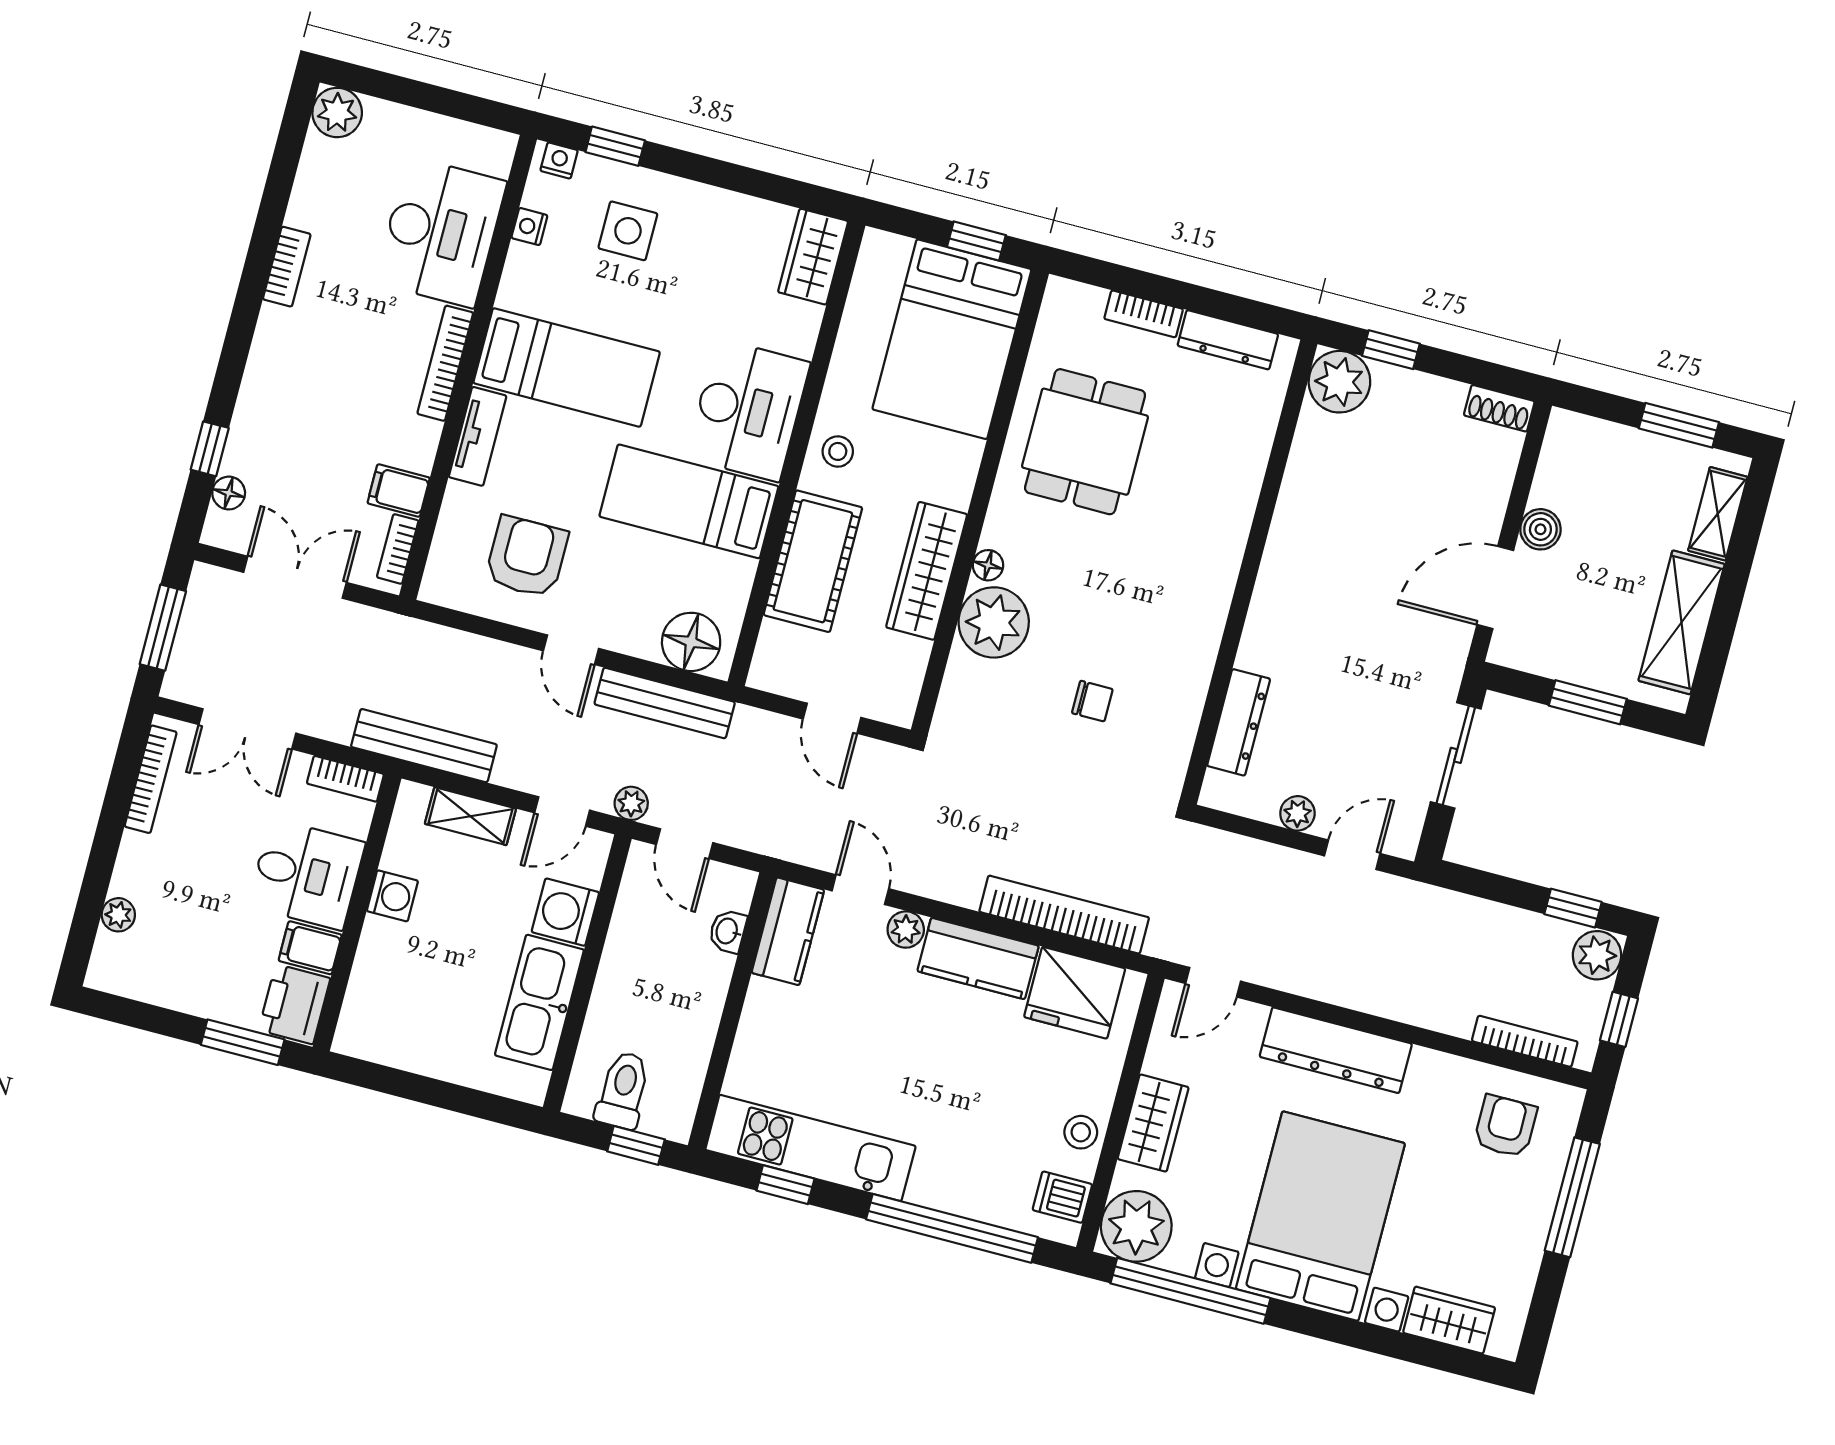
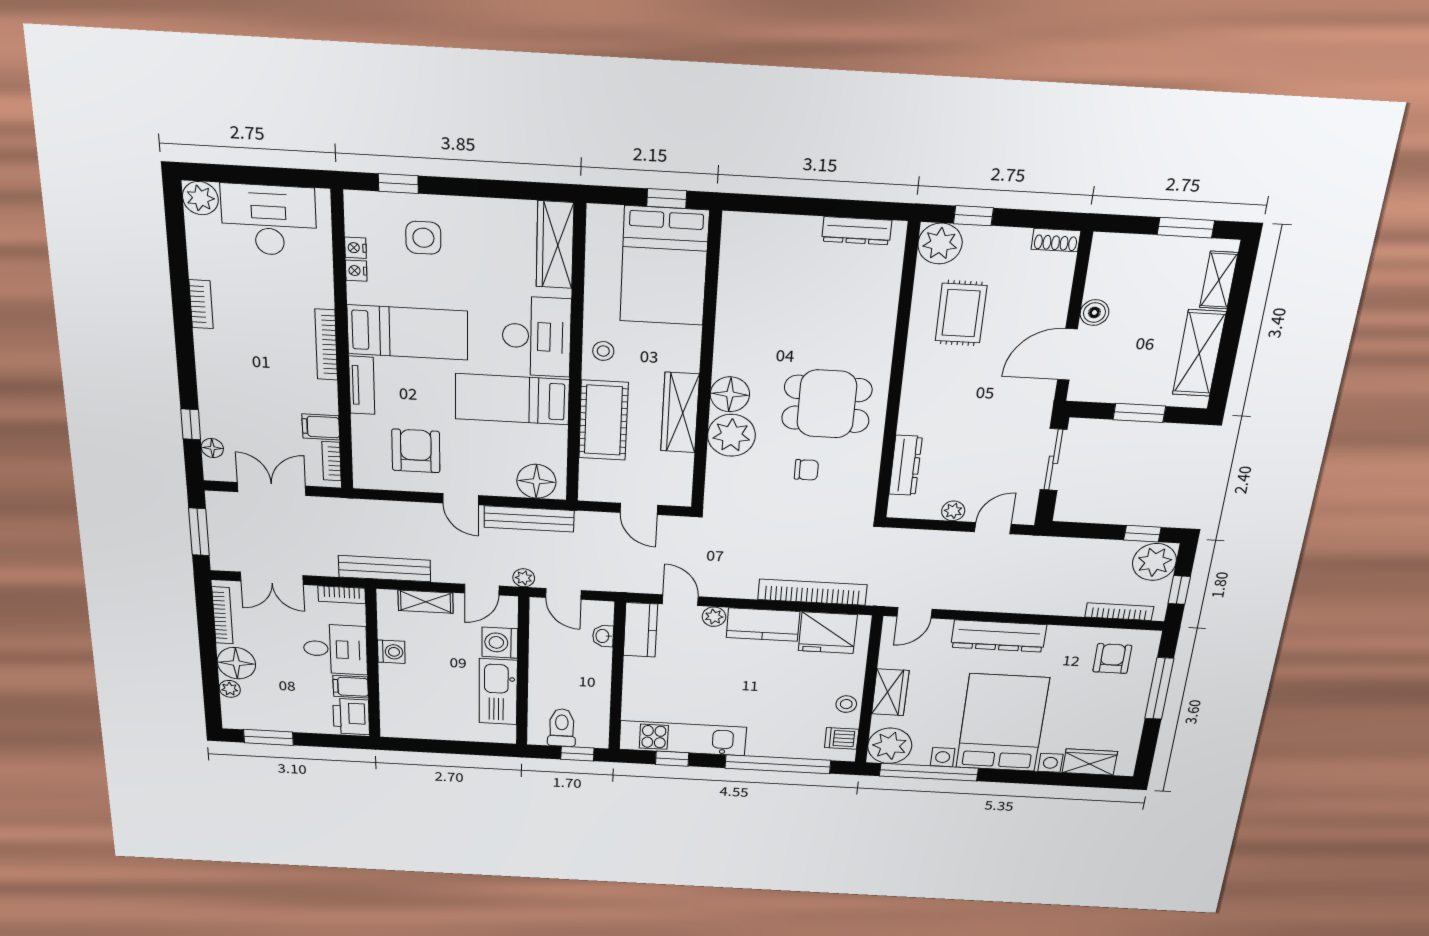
nightstand: (559, 161) -> (356, 271), moved, turned -90
desk: (441, 232) -> (269, 220), moved, turned -90
wardrobe: (813, 257) -> (555, 245), width x1.50
bookcase: (1144, 314) -> (794, 225), removed
dining table: (1085, 442) -> (827, 404), moved, turned 90
rug: (1354, 493) -> (961, 313), added
floor lamp: (988, 565) -> (730, 394), width x1.89, depth x1.89
floor lamp: (144, 870) -> (236, 663), added
plant: (1597, 955) -> (1154, 562), width x1.36, depth x1.36
window: (243, 1042) -> (268, 737), moved

